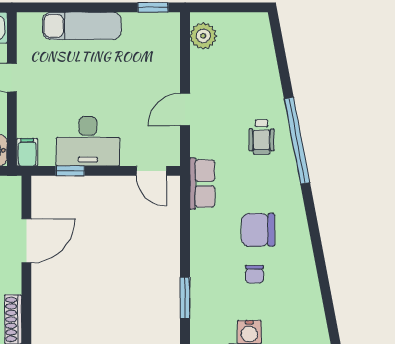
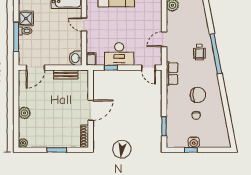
chair: (258, 230) -> (198, 95), turned 180
door: (26, 241) -> (91, 110), moved

